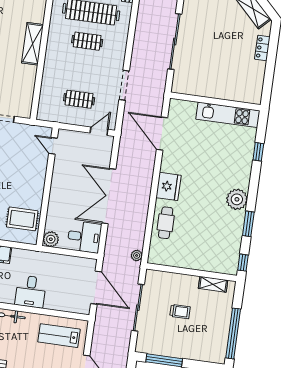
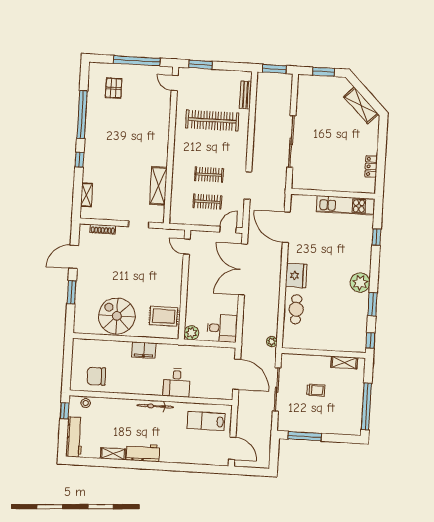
clothes rail: (87, 41) -> (209, 175), moved
shelving: (32, 44) -> (158, 186), moved
locker: (262, 48) -> (371, 167), moved
double door: (109, 196) -> (243, 269), moved

